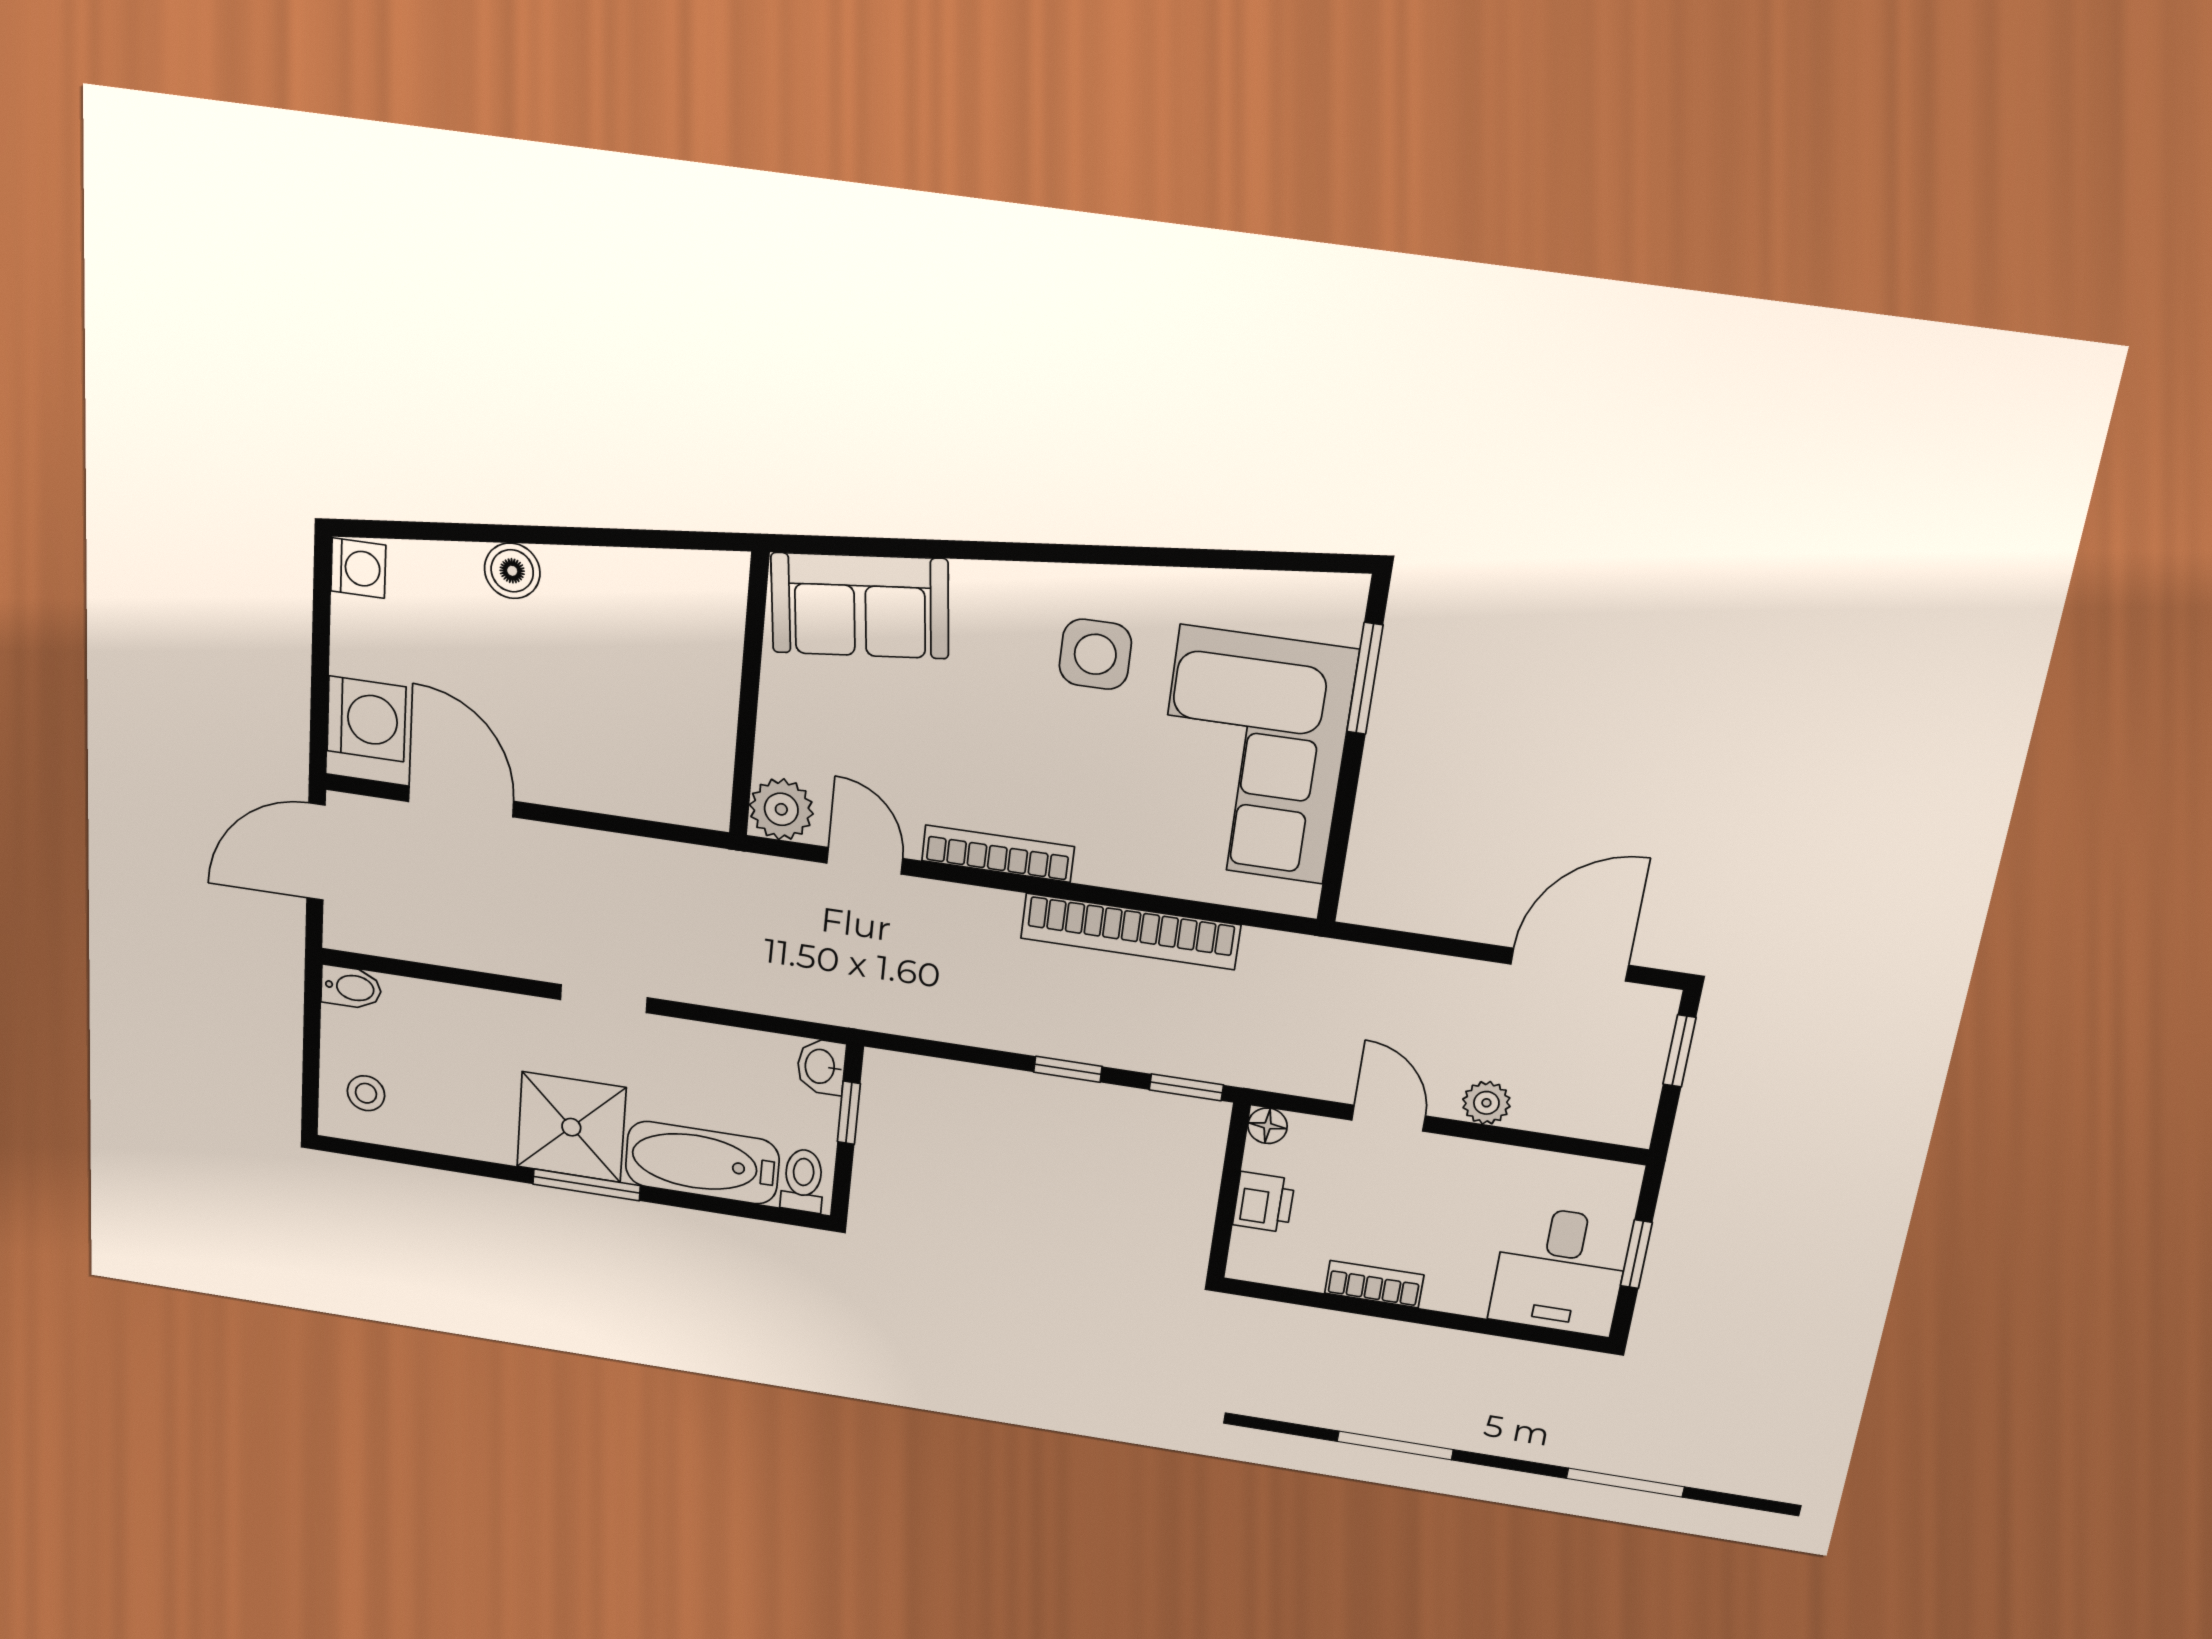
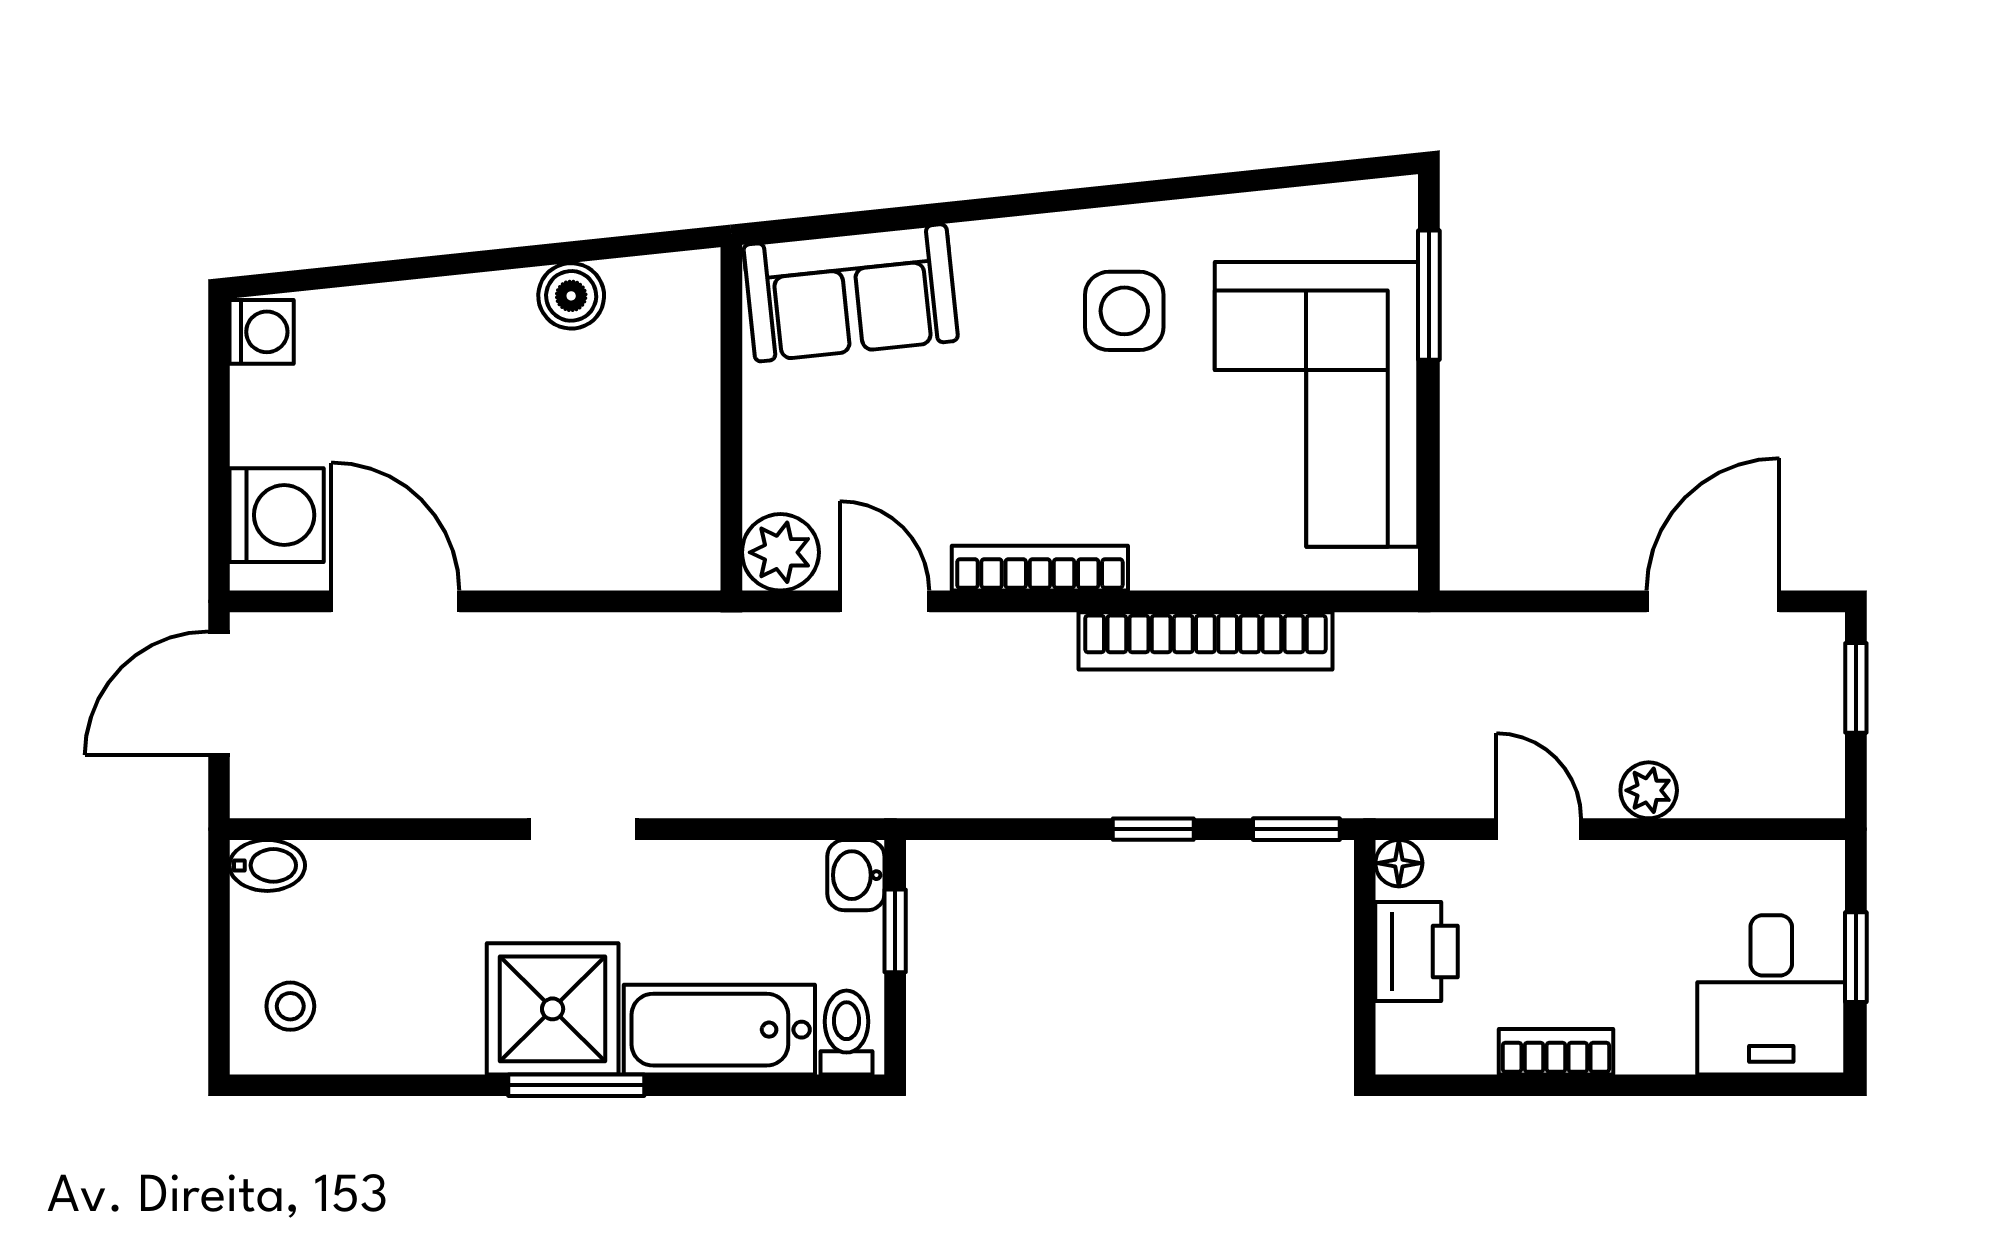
boiler: (512, 571) -> (571, 296), moved
printer: (1264, 1202) -> (1417, 952), width x1.36, depth x1.24

